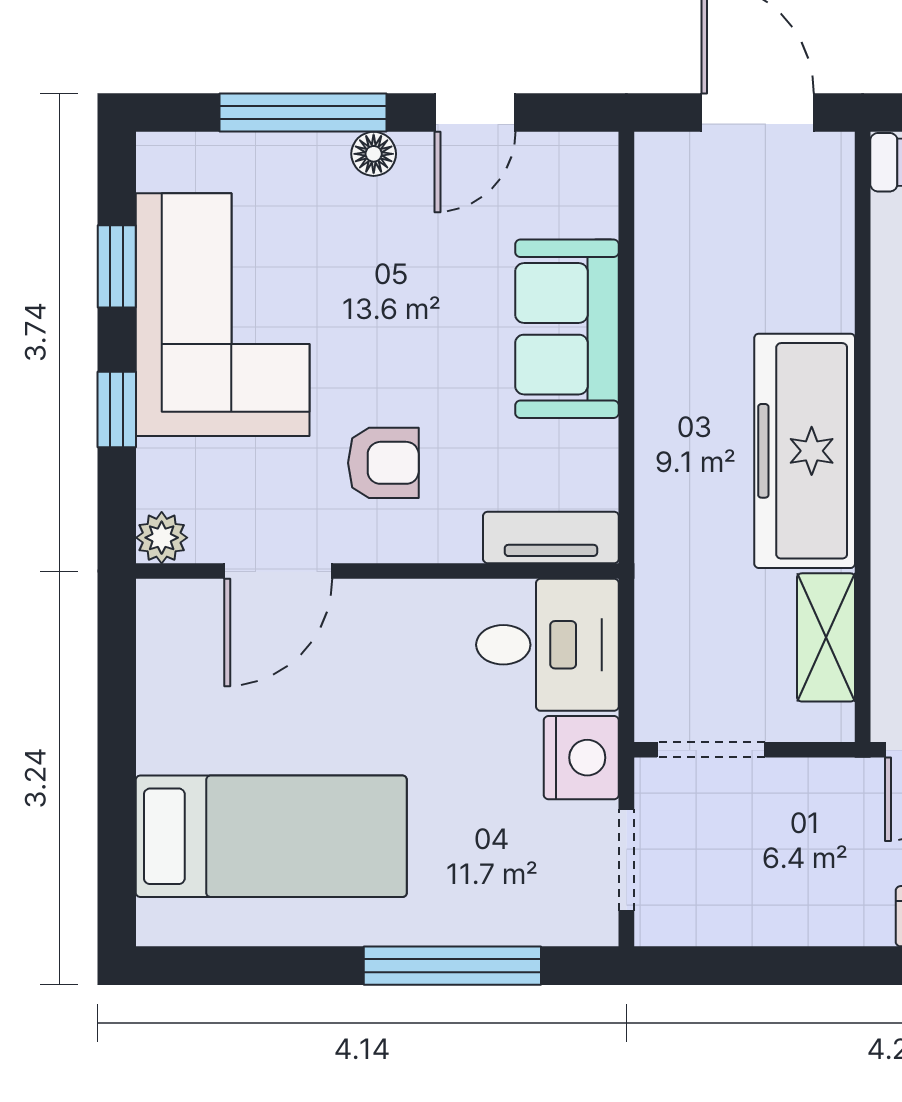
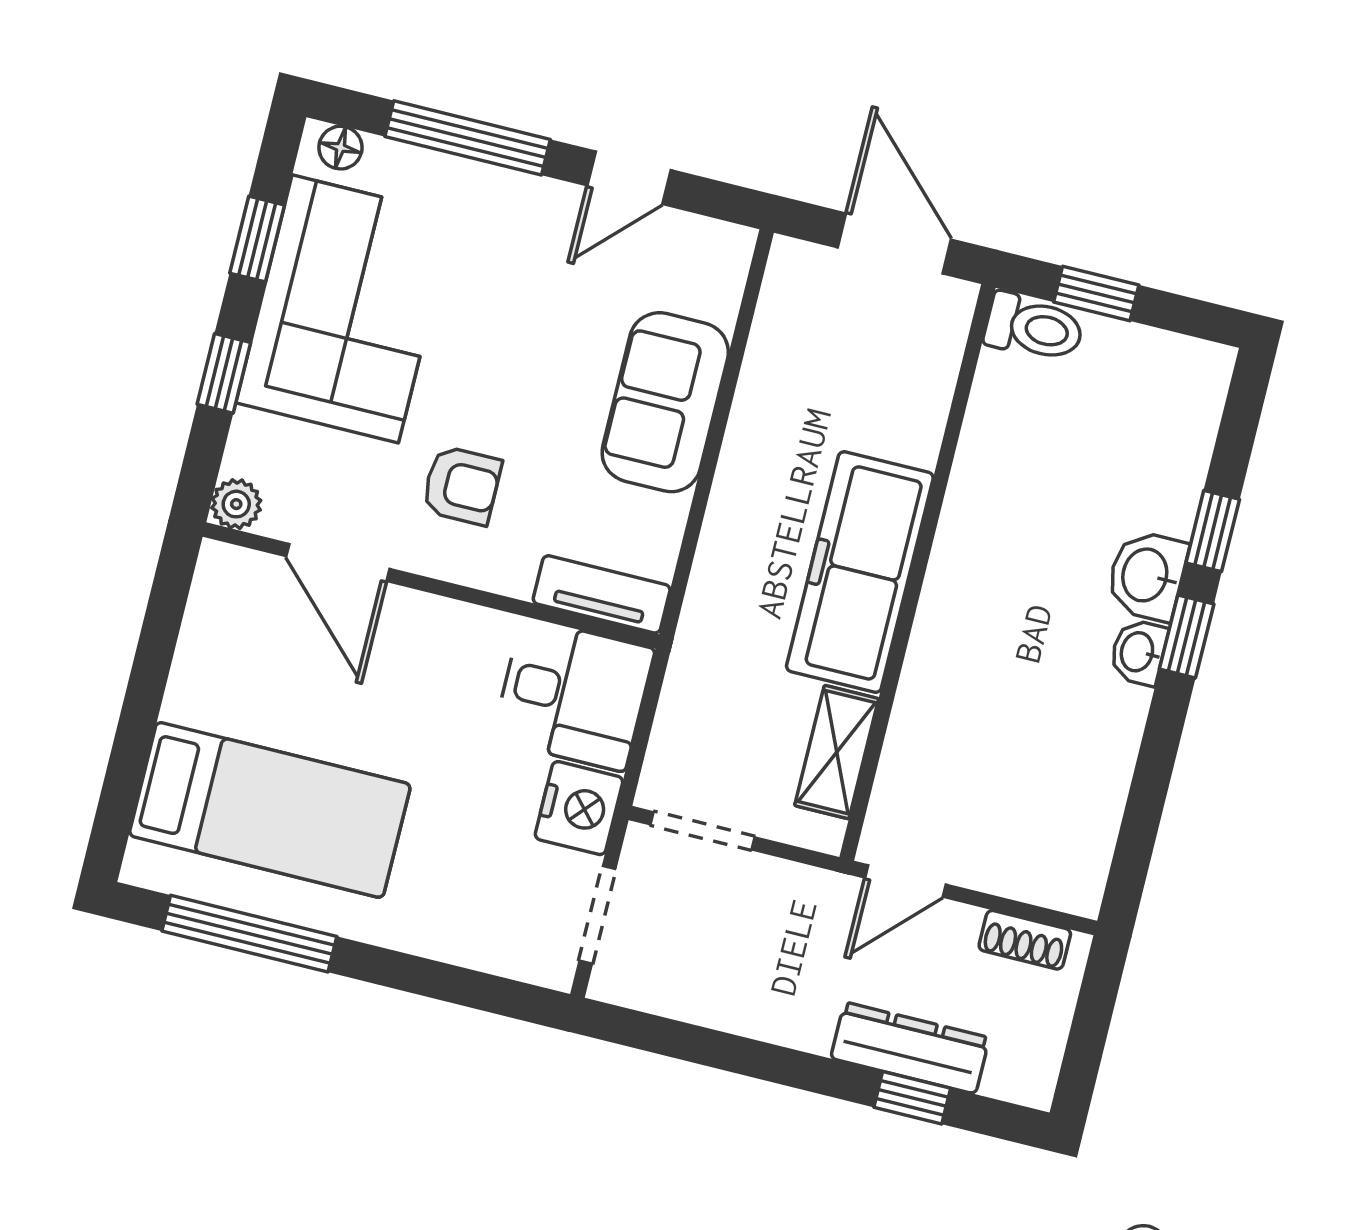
floor lamp: (374, 154) -> (340, 148), moved
door: (278, 571) -> (338, 563), hinge flipped
window: (452, 966) -> (249, 934), moved

